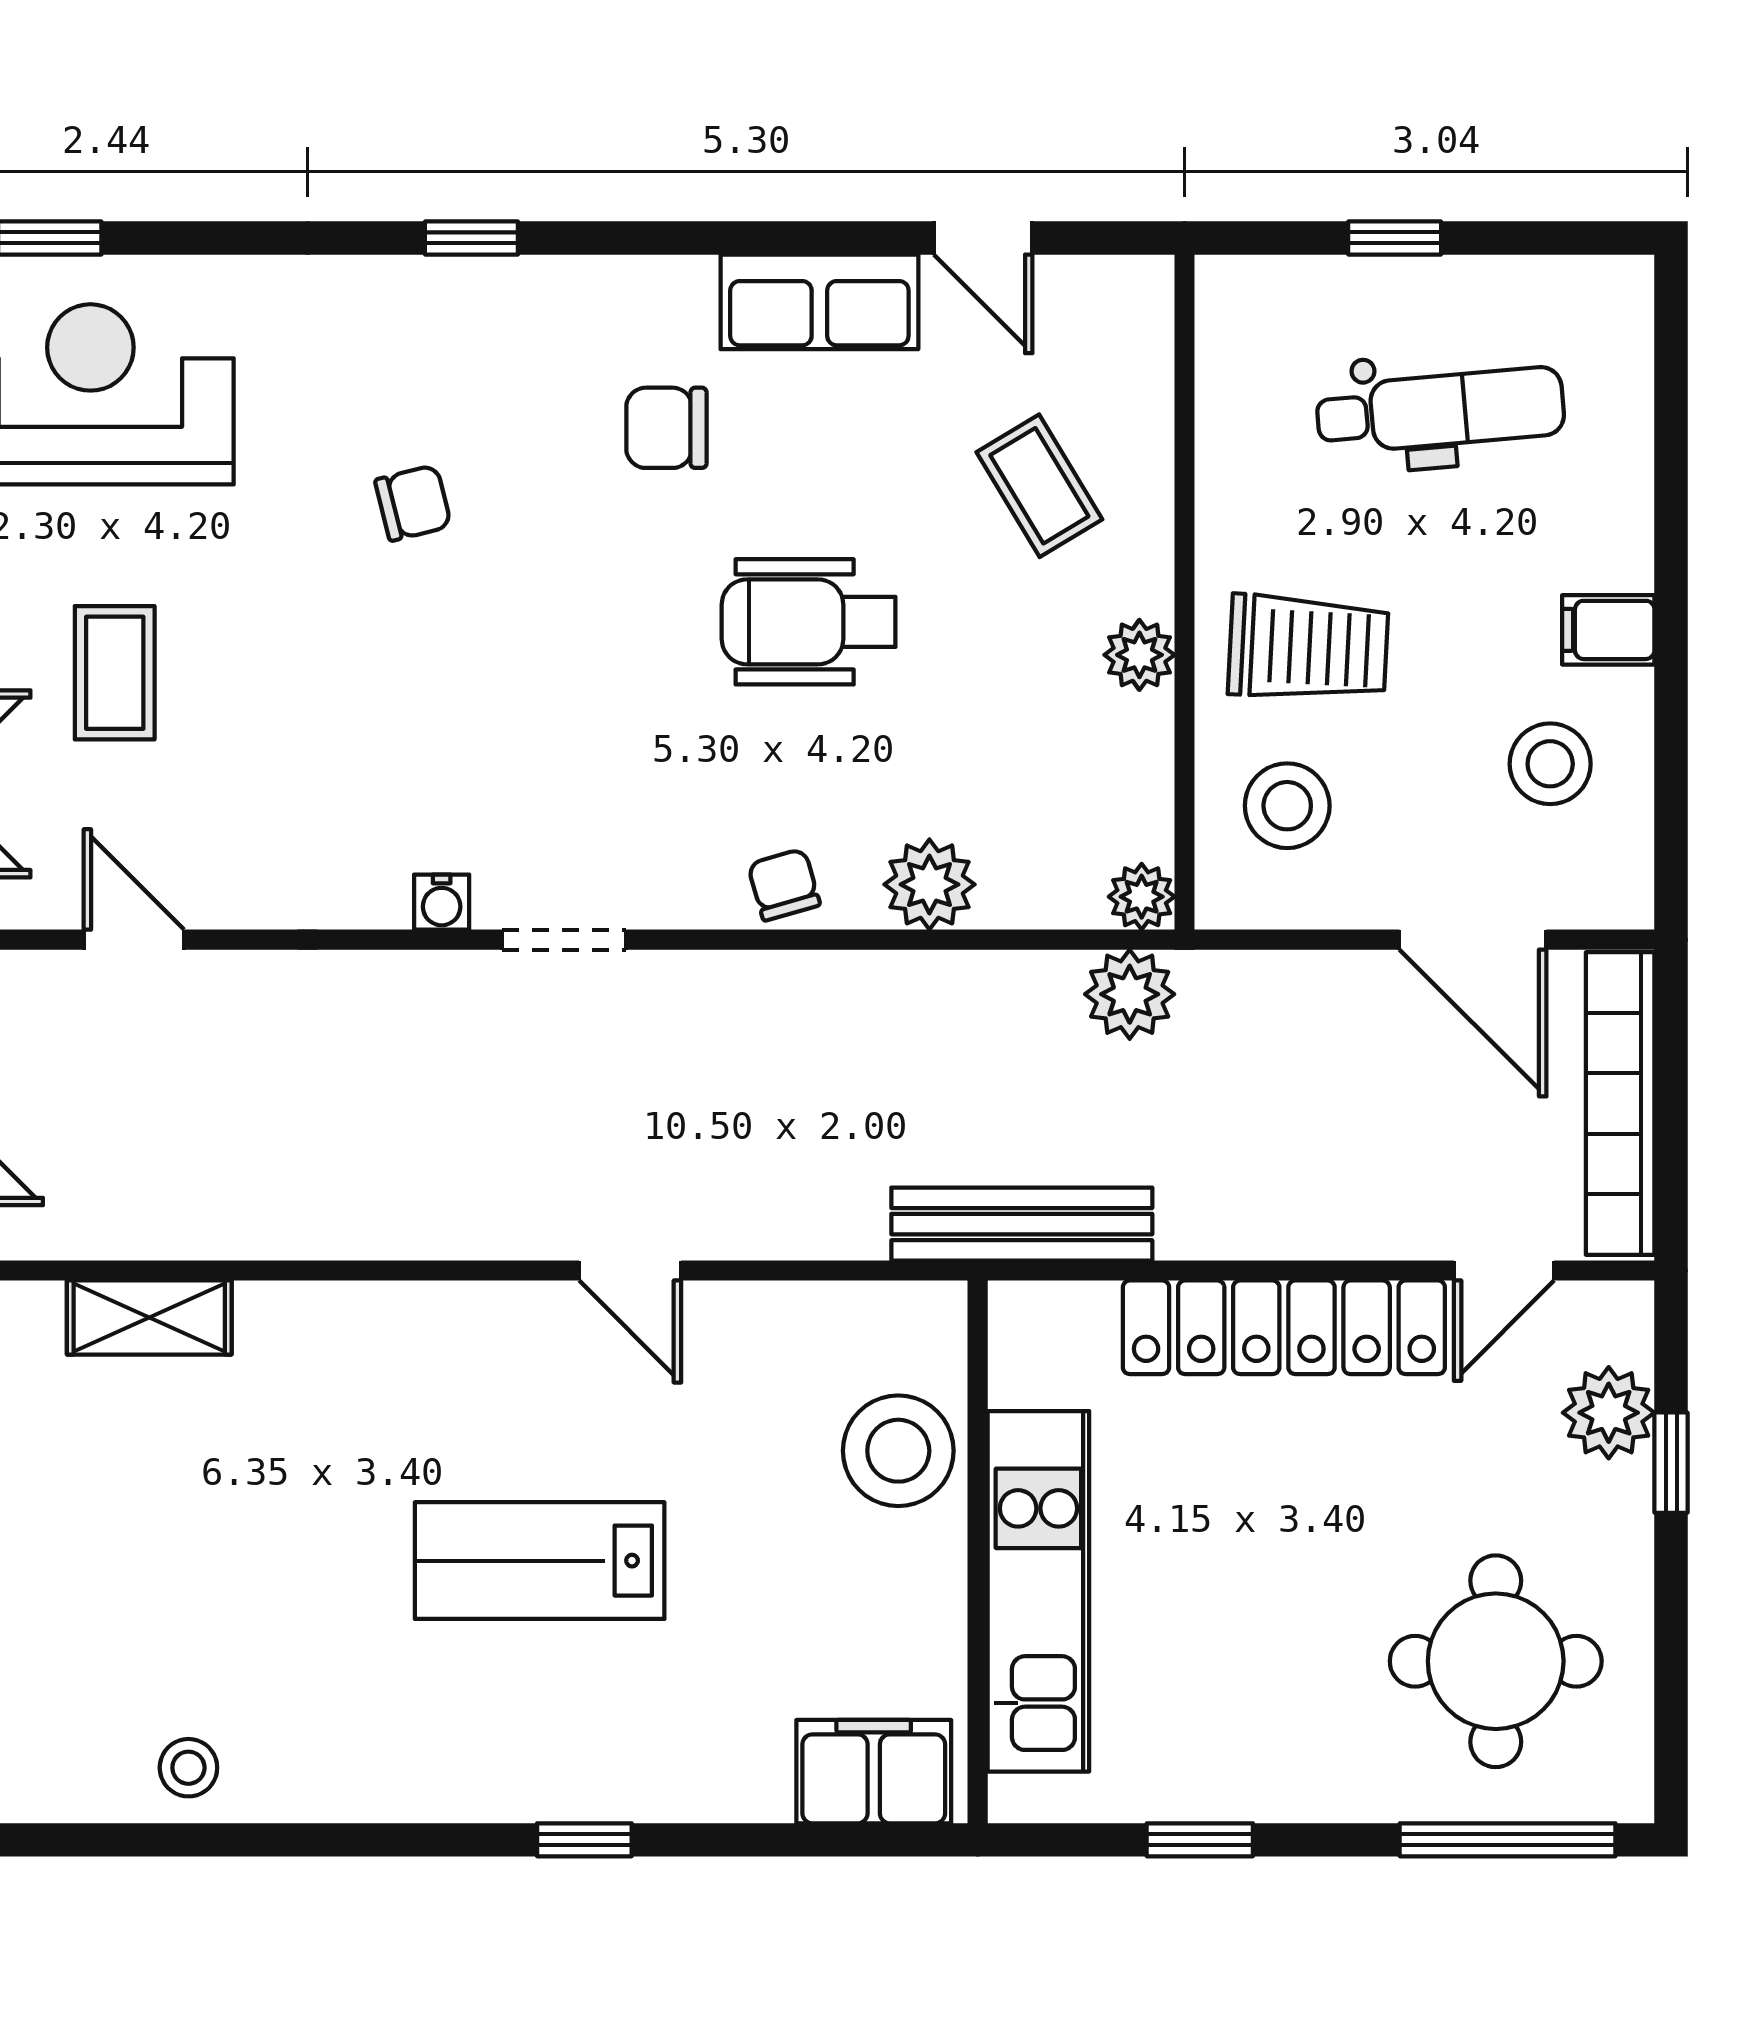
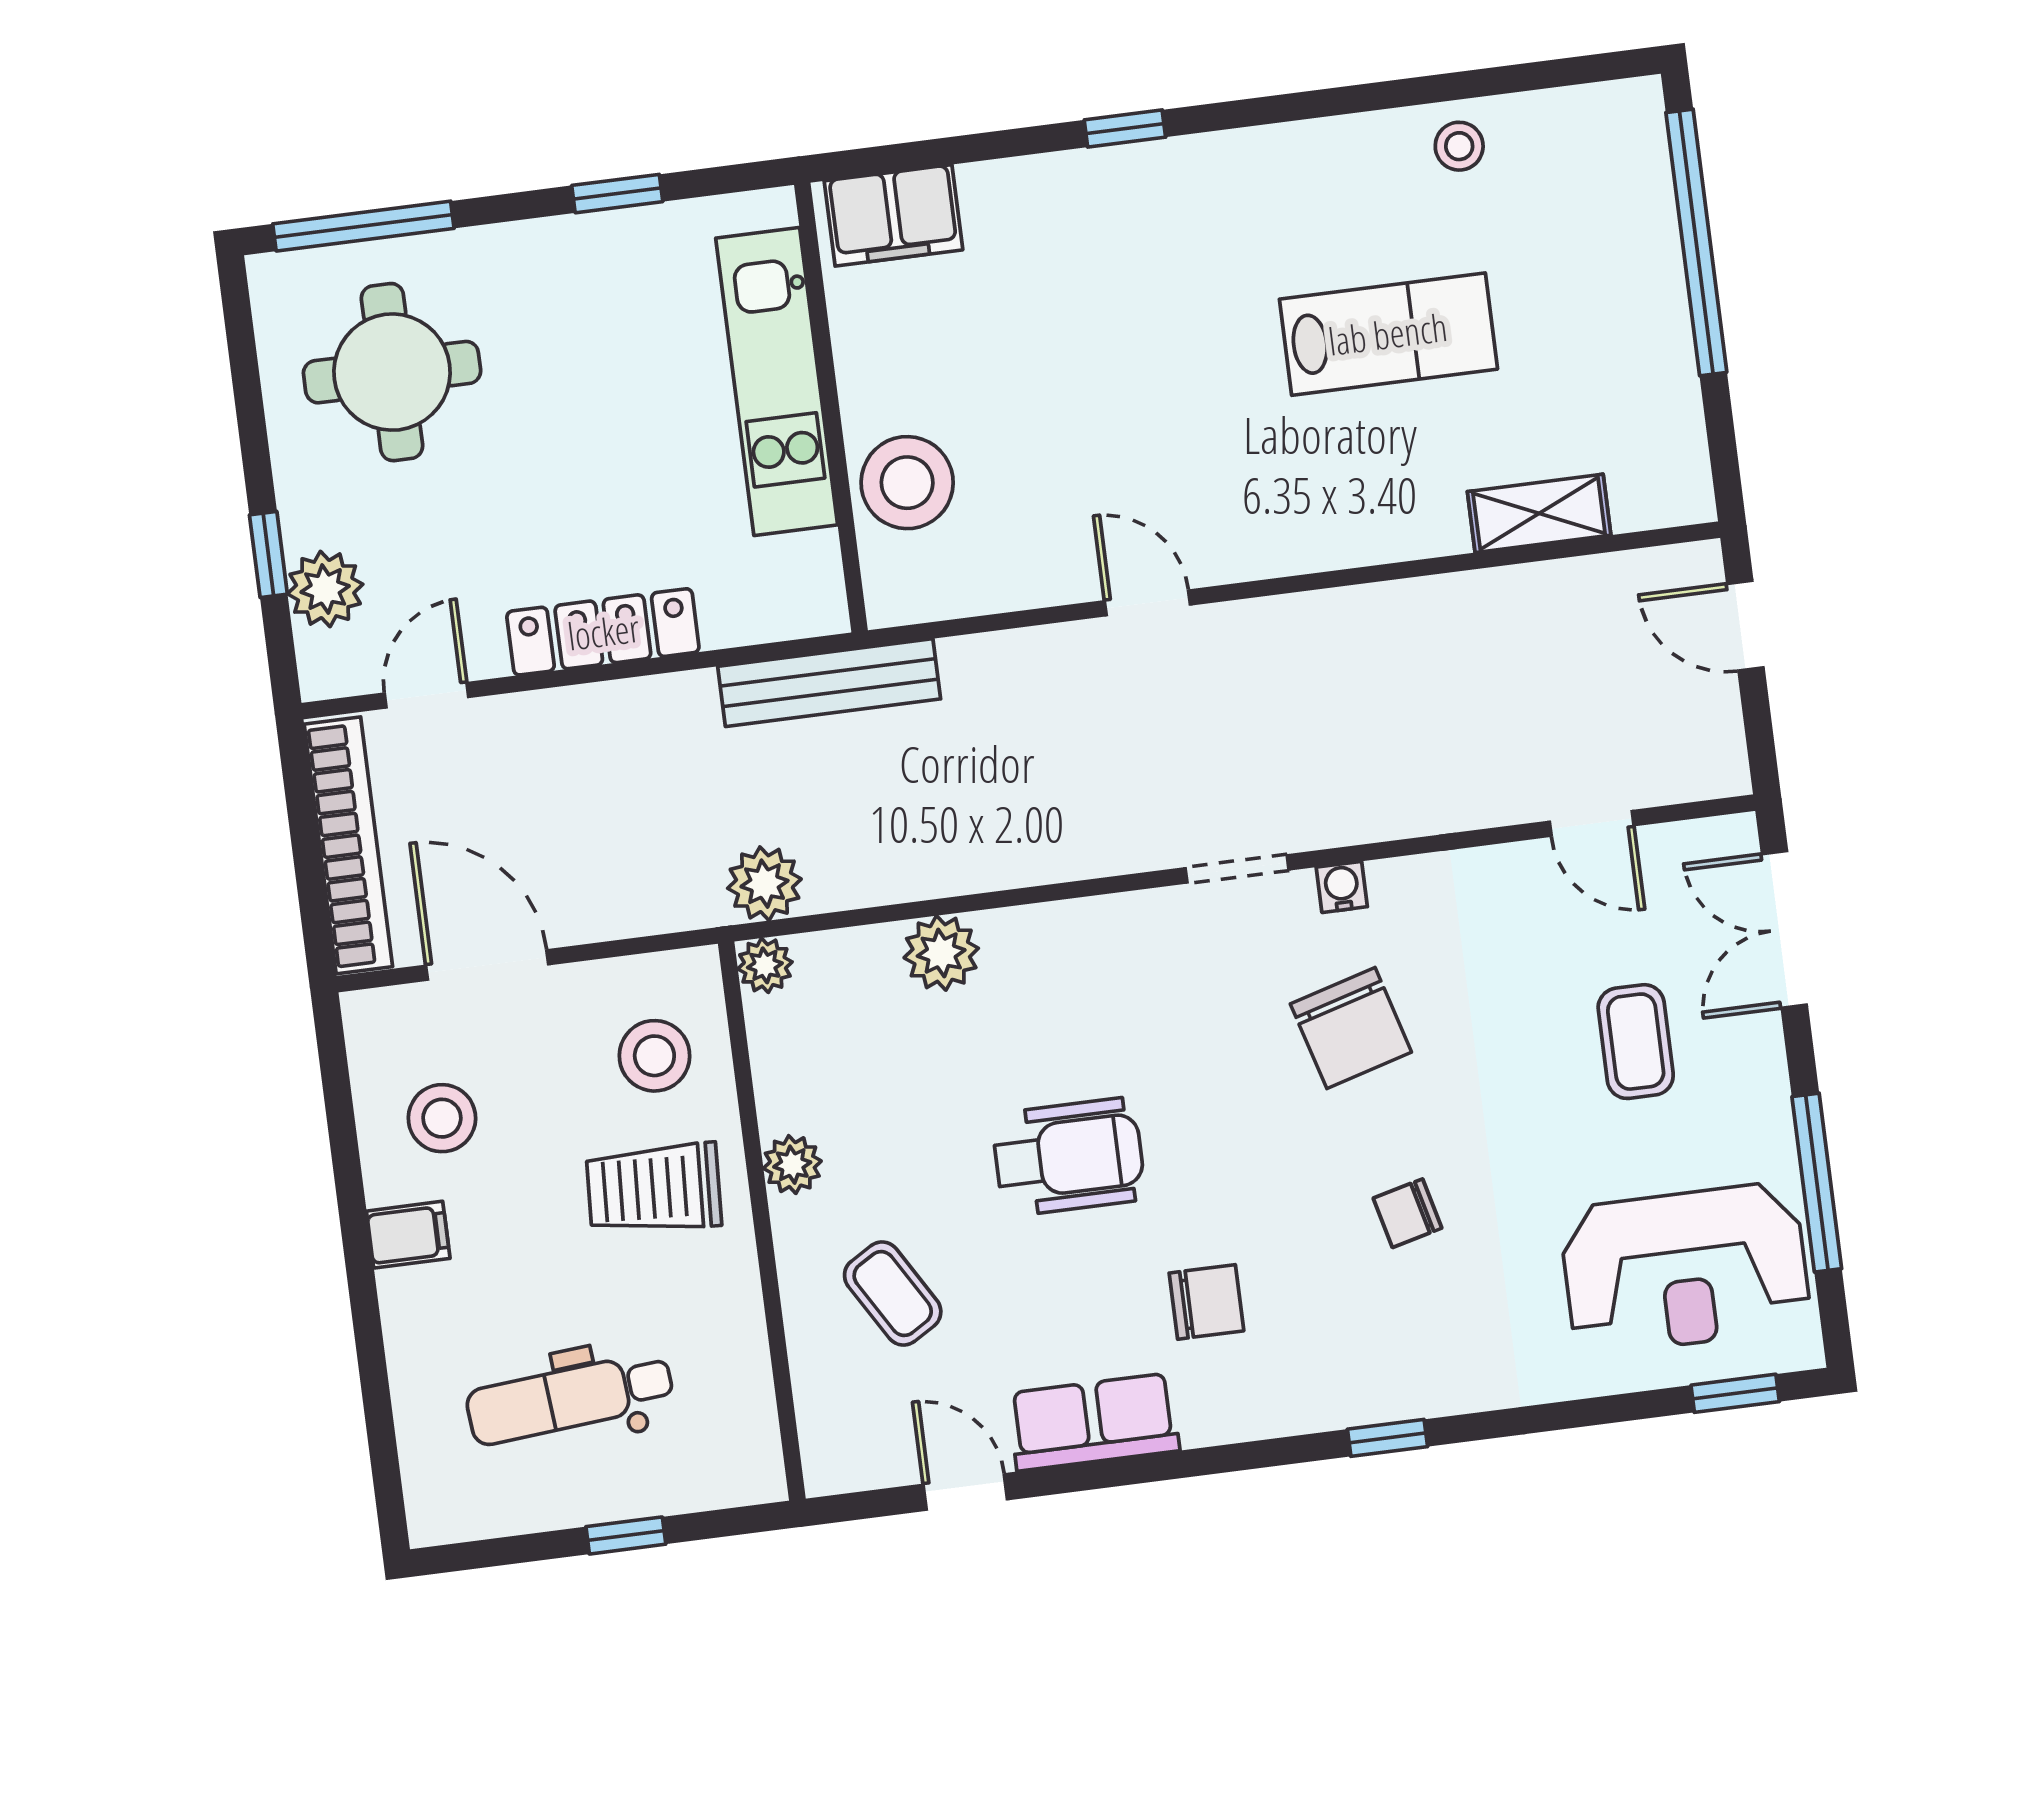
chair: (784, 885) -> (1351, 1028), moved, width x1.87, depth x1.87
locker: (1284, 1327) -> (603, 632), width x0.71, depth x0.83
lab bench: (540, 1561) -> (1388, 334), moved

